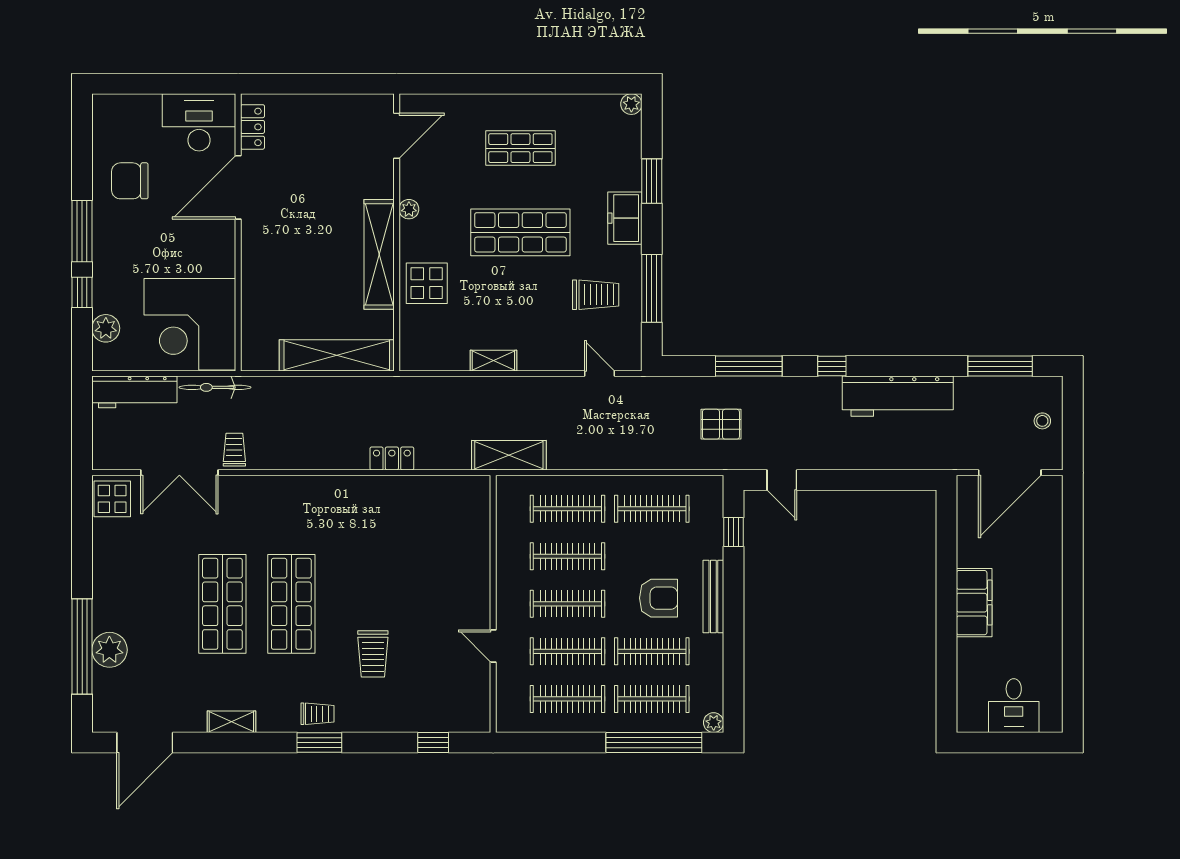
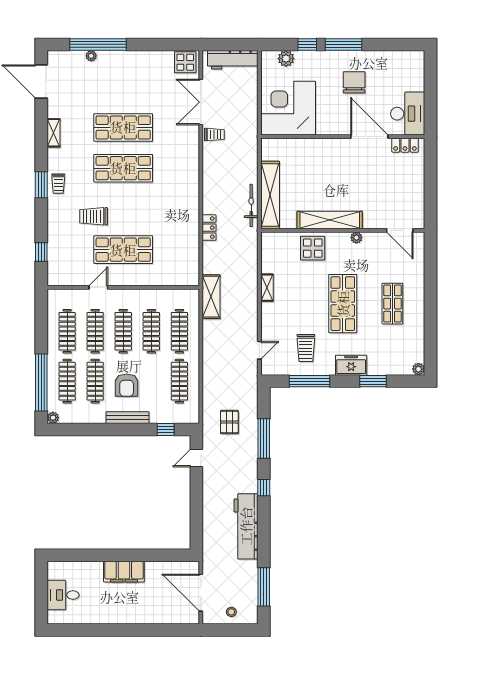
chair: (130, 181) -> (354, 82), moved
bicycle: (215, 387) -> (251, 205), moved
workbench: (134, 392) -> (233, 60), moved, turned -90
shop shelf: (429, 604) -> (123, 250), added
plant: (109, 650) -> (91, 56), width x0.53, depth x0.53

